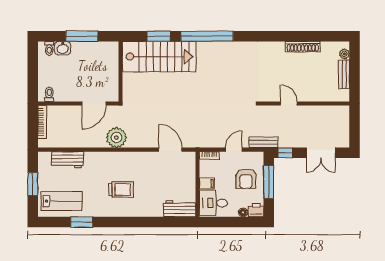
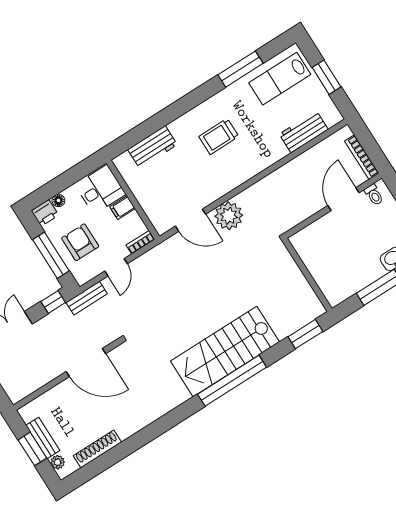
window: (159, 36) -> (305, 334), moved
shoe rack: (303, 47) -> (97, 449), moved
stairs: (159, 57) -> (225, 351), moved
window: (355, 72) -> (32, 449), added
door: (94, 103) -> (343, 199), moved
door: (289, 103) -> (86, 363), width x1.88
plant: (116, 138) -> (229, 216), moved
workbench: (180, 209) -> (152, 147), moved
window: (82, 222) -> (241, 69), width x1.44

